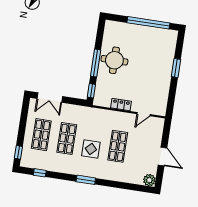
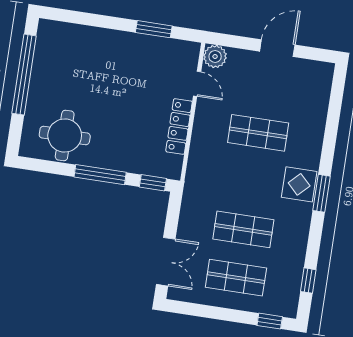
round table: (114, 60) -> (65, 135), moved
window: (176, 68) -> (154, 29), moved
locker: (121, 105) -> (179, 126), width x1.53
display table: (91, 149) -> (299, 184), moved
plant: (149, 180) -> (215, 57), moved

